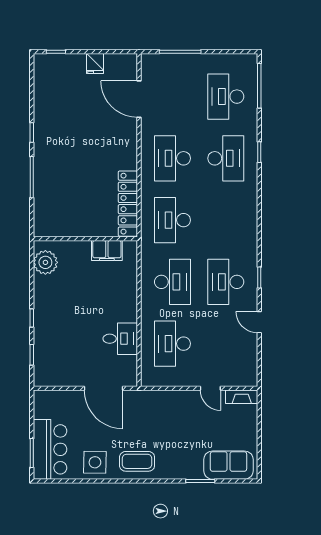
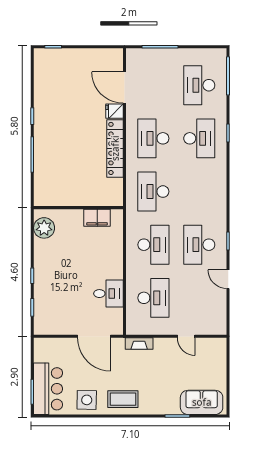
fridge: (95, 64) -> (115, 111), moved, turned 90
locker: (128, 204) -> (115, 148), moved
desk: (172, 344) -> (153, 298), turned 180
fireplace: (242, 397) -> (139, 344), moved

